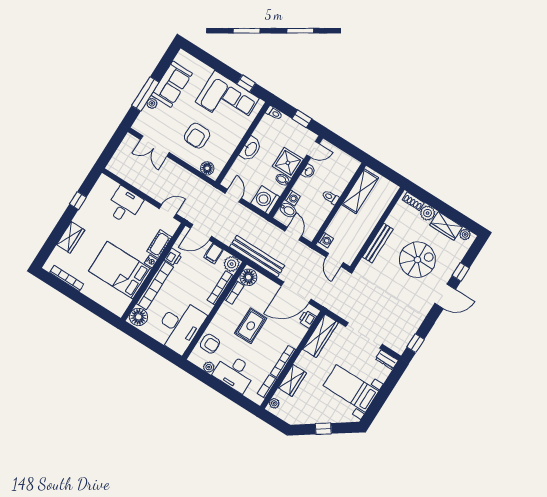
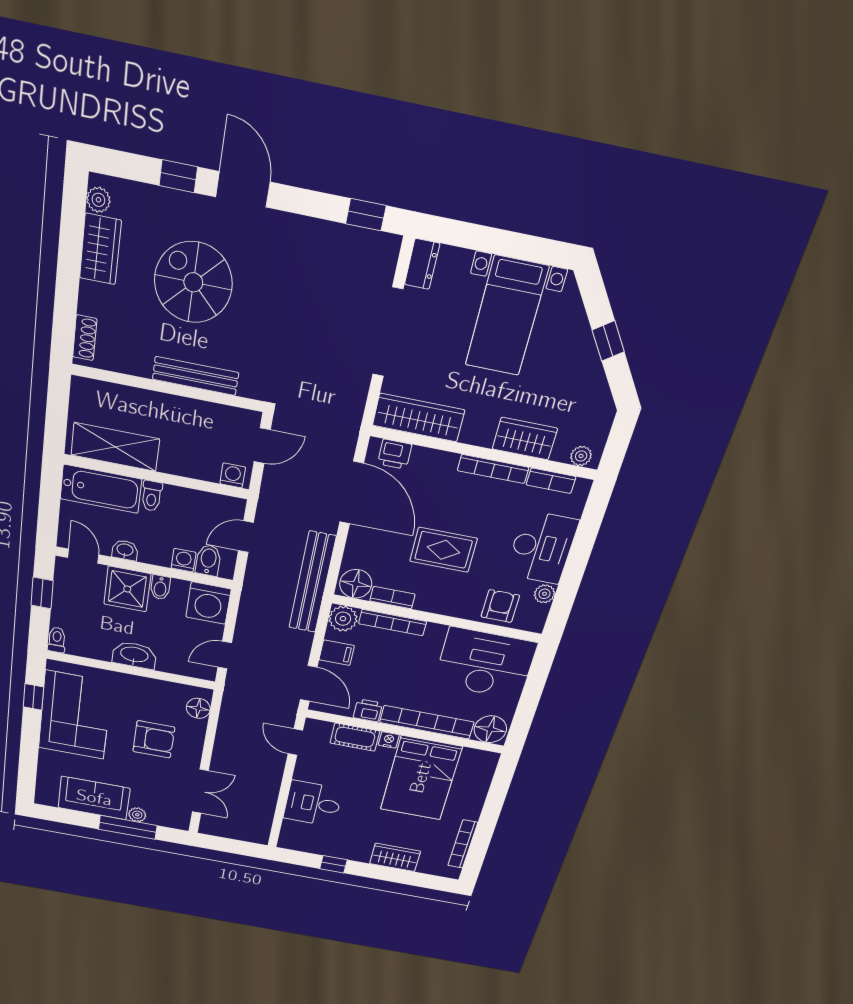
bathtub: (343, 175) -> (101, 489), added
plant: (428, 213) -> (93, 299), removed

